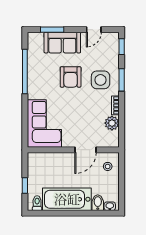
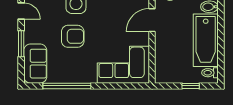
window: (52, 30) -> (21, 44), moved
sofa: (62, 43) -> (35, 64), moved
door: (85, 150) -> (152, 20), swing flipped

